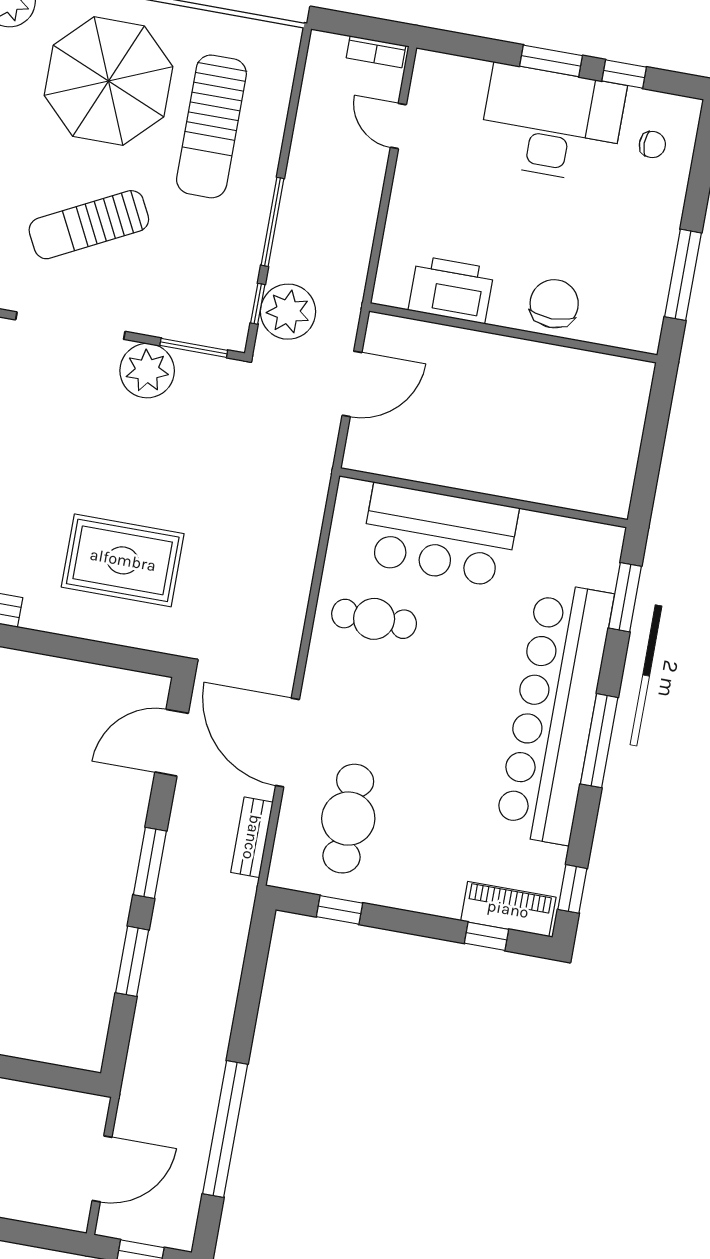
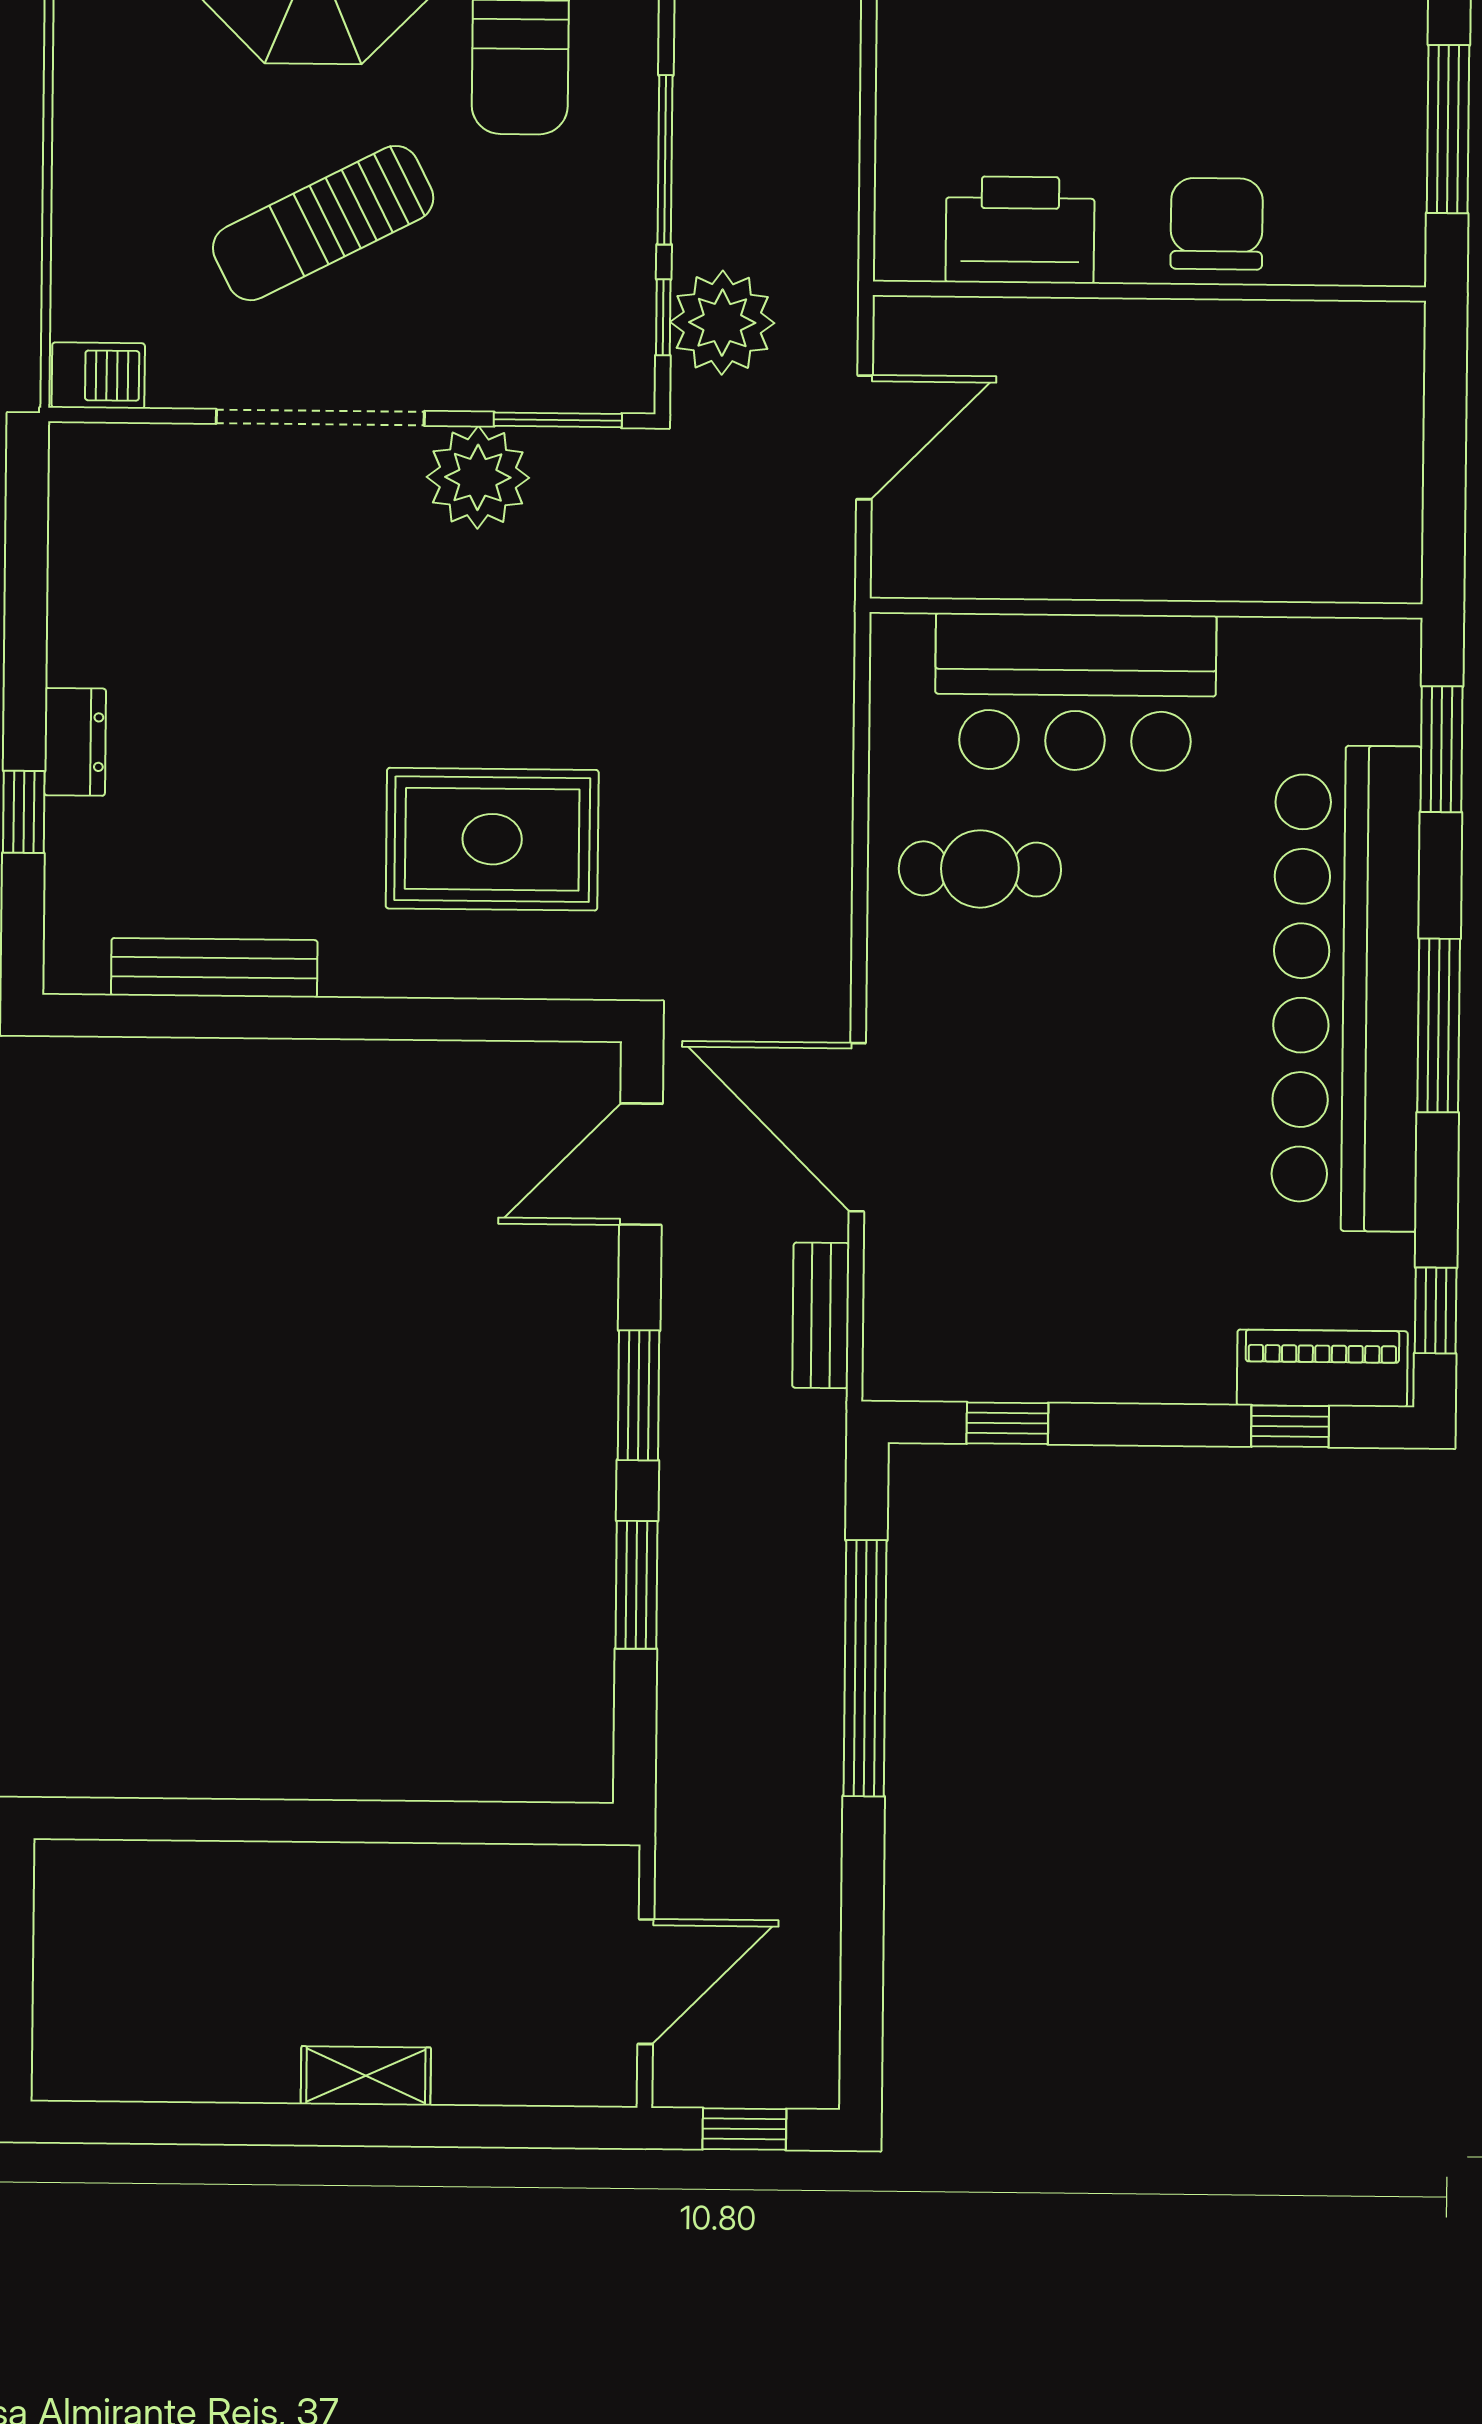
cafe table: (348, 819) -> (995, 1250), removed
window: (225, 1129) -> (865, 1668), moved

